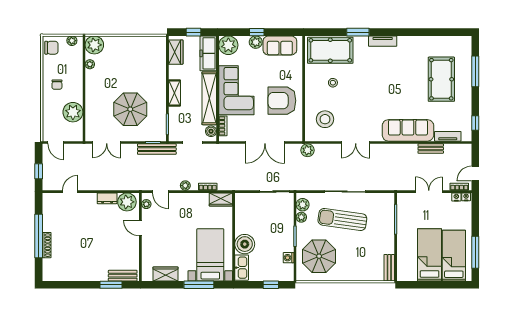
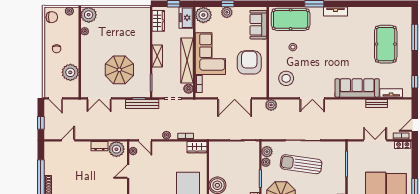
sofa: (280, 45) -> (258, 25), moved, turned 90
freezer: (208, 53) -> (186, 18), width x0.71
armchair: (282, 101) -> (249, 62), turned 90
door: (140, 228) -> (128, 172), hinge flipped

